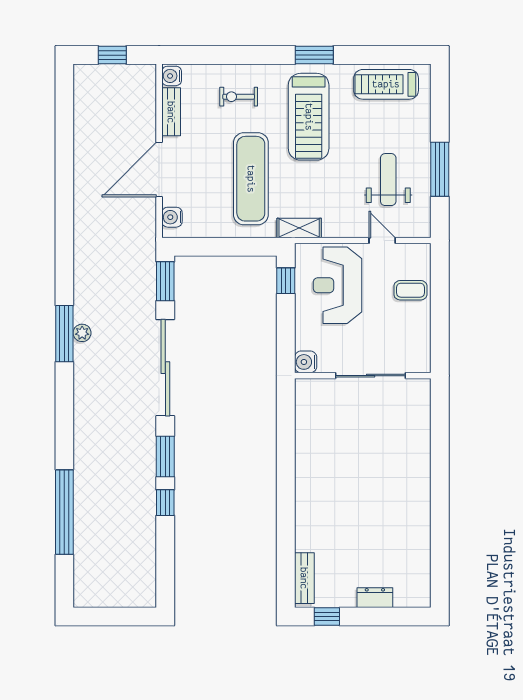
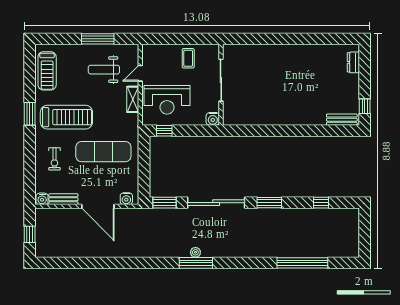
shelving: (299, 228) -> (133, 99), moved
coffee table: (410, 290) -> (188, 58), moved
window: (165, 503) -> (321, 203), moved
dresser: (375, 598) -> (353, 62), moved

